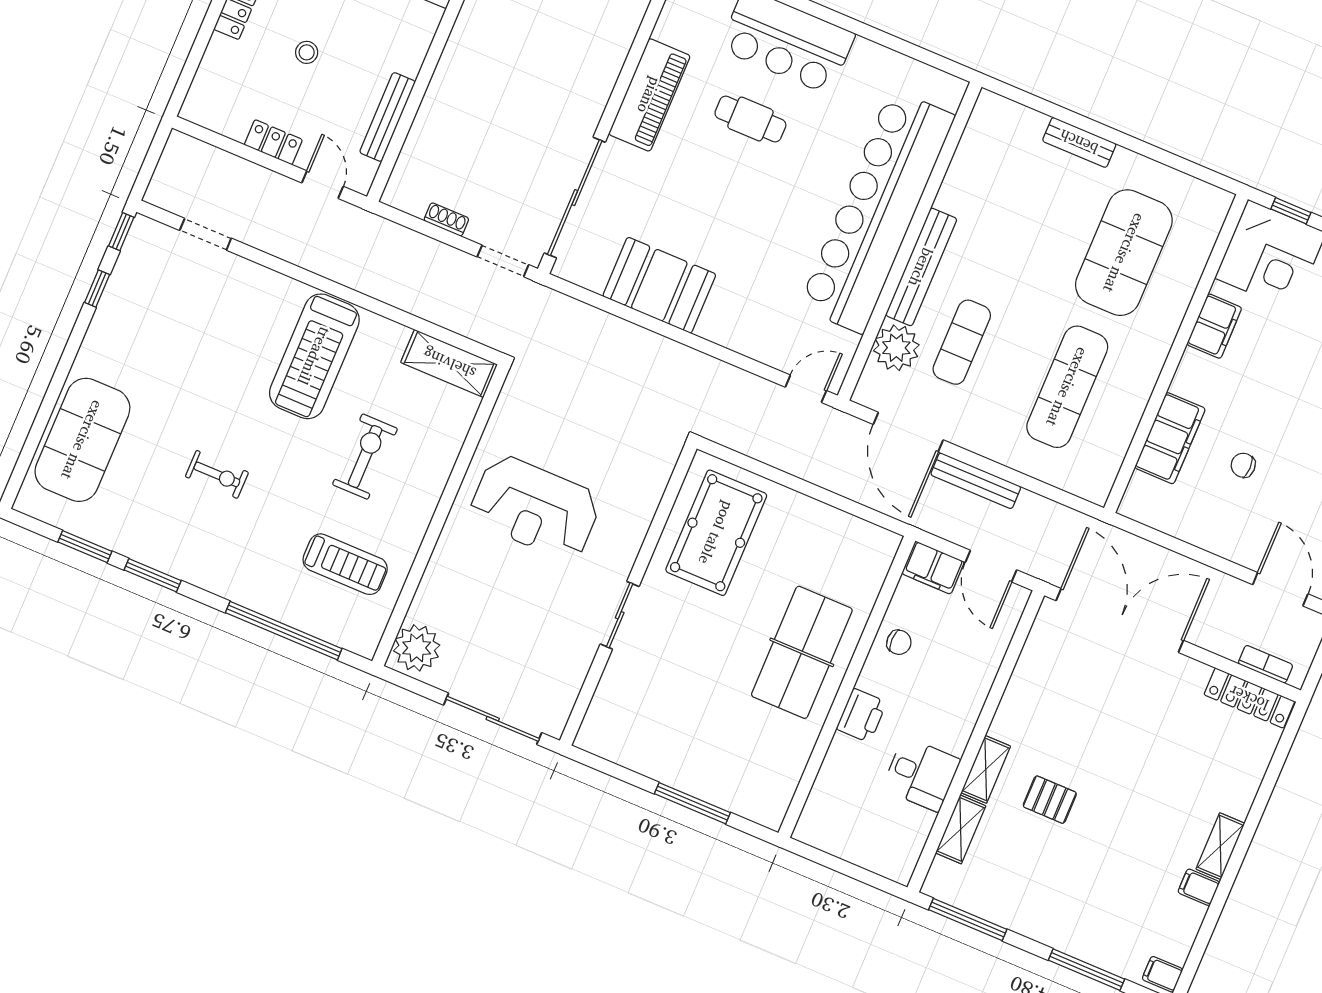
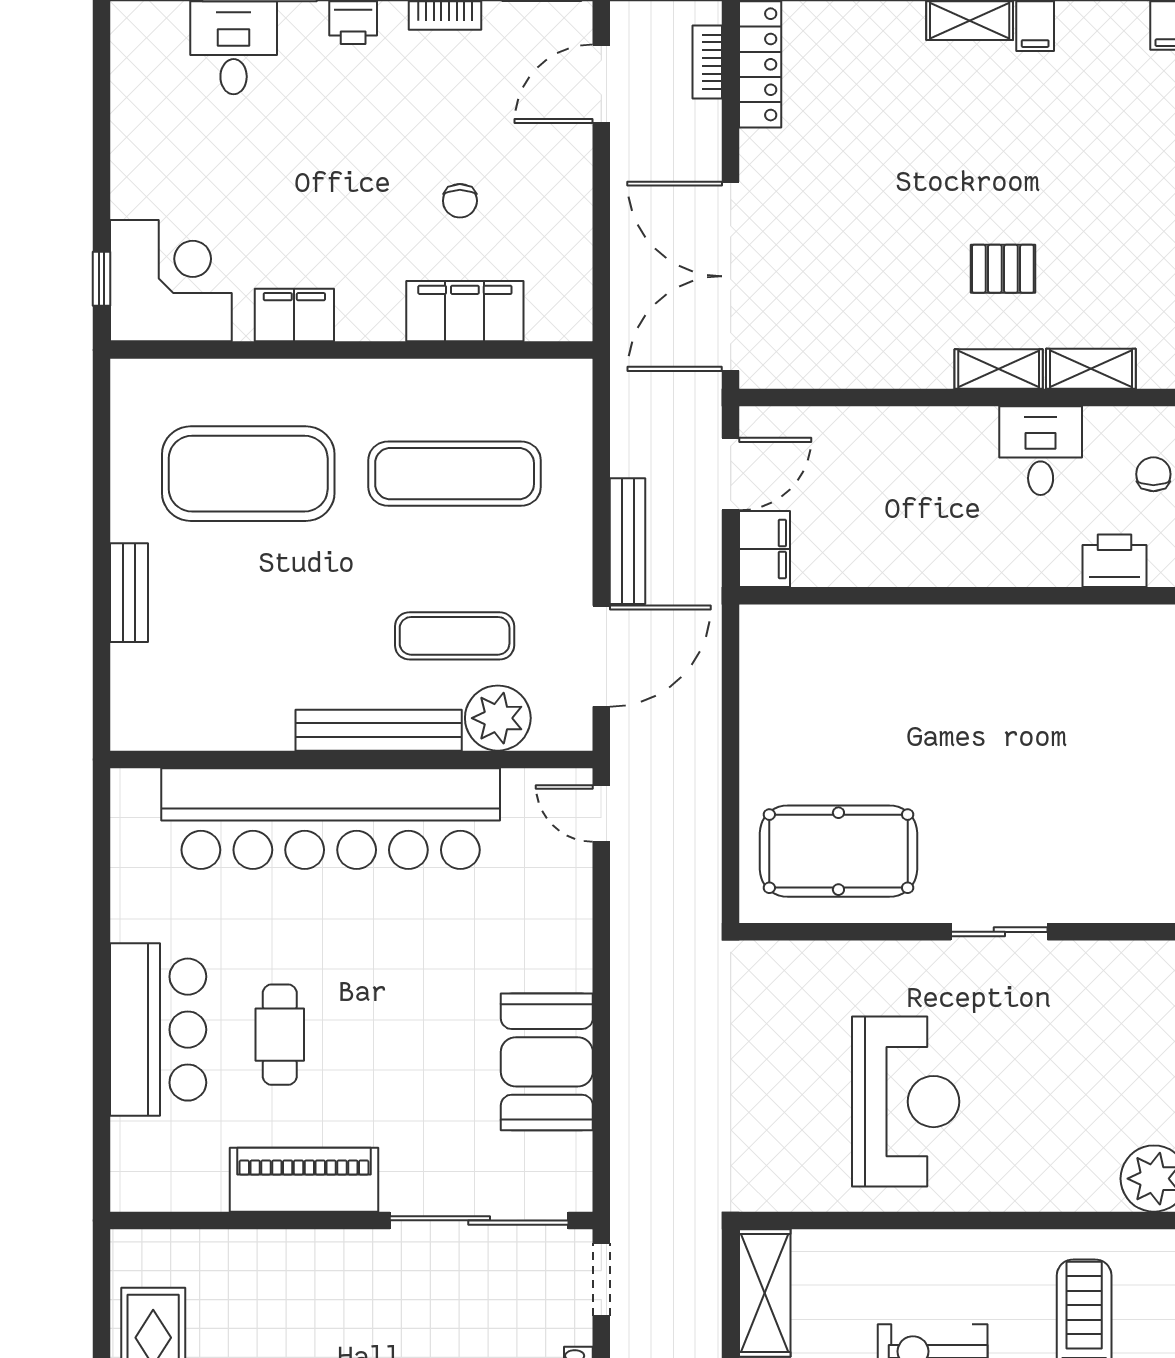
chair: (899, 642) -> (1153, 474), moved
table tennis table: (802, 652) -> (947, 674), removed
printer: (862, 715) -> (1115, 561), moved
pallet: (1050, 800) -> (1003, 269), turned 90

